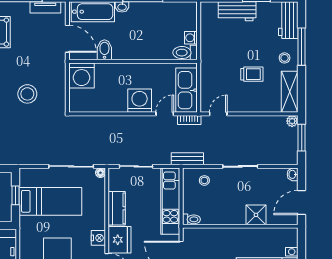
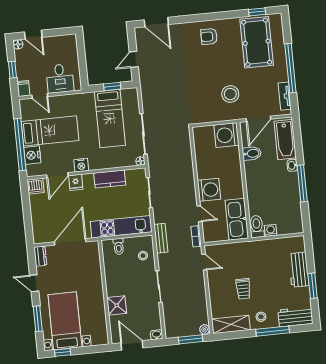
kitchen sink: (186, 90) -> (237, 219), moved, turned -90
stool: (27, 94) -> (230, 94), moved
toilet: (191, 219) -> (119, 246), moved
fridge: (120, 240) -> (76, 182), width x0.53, depth x0.75

